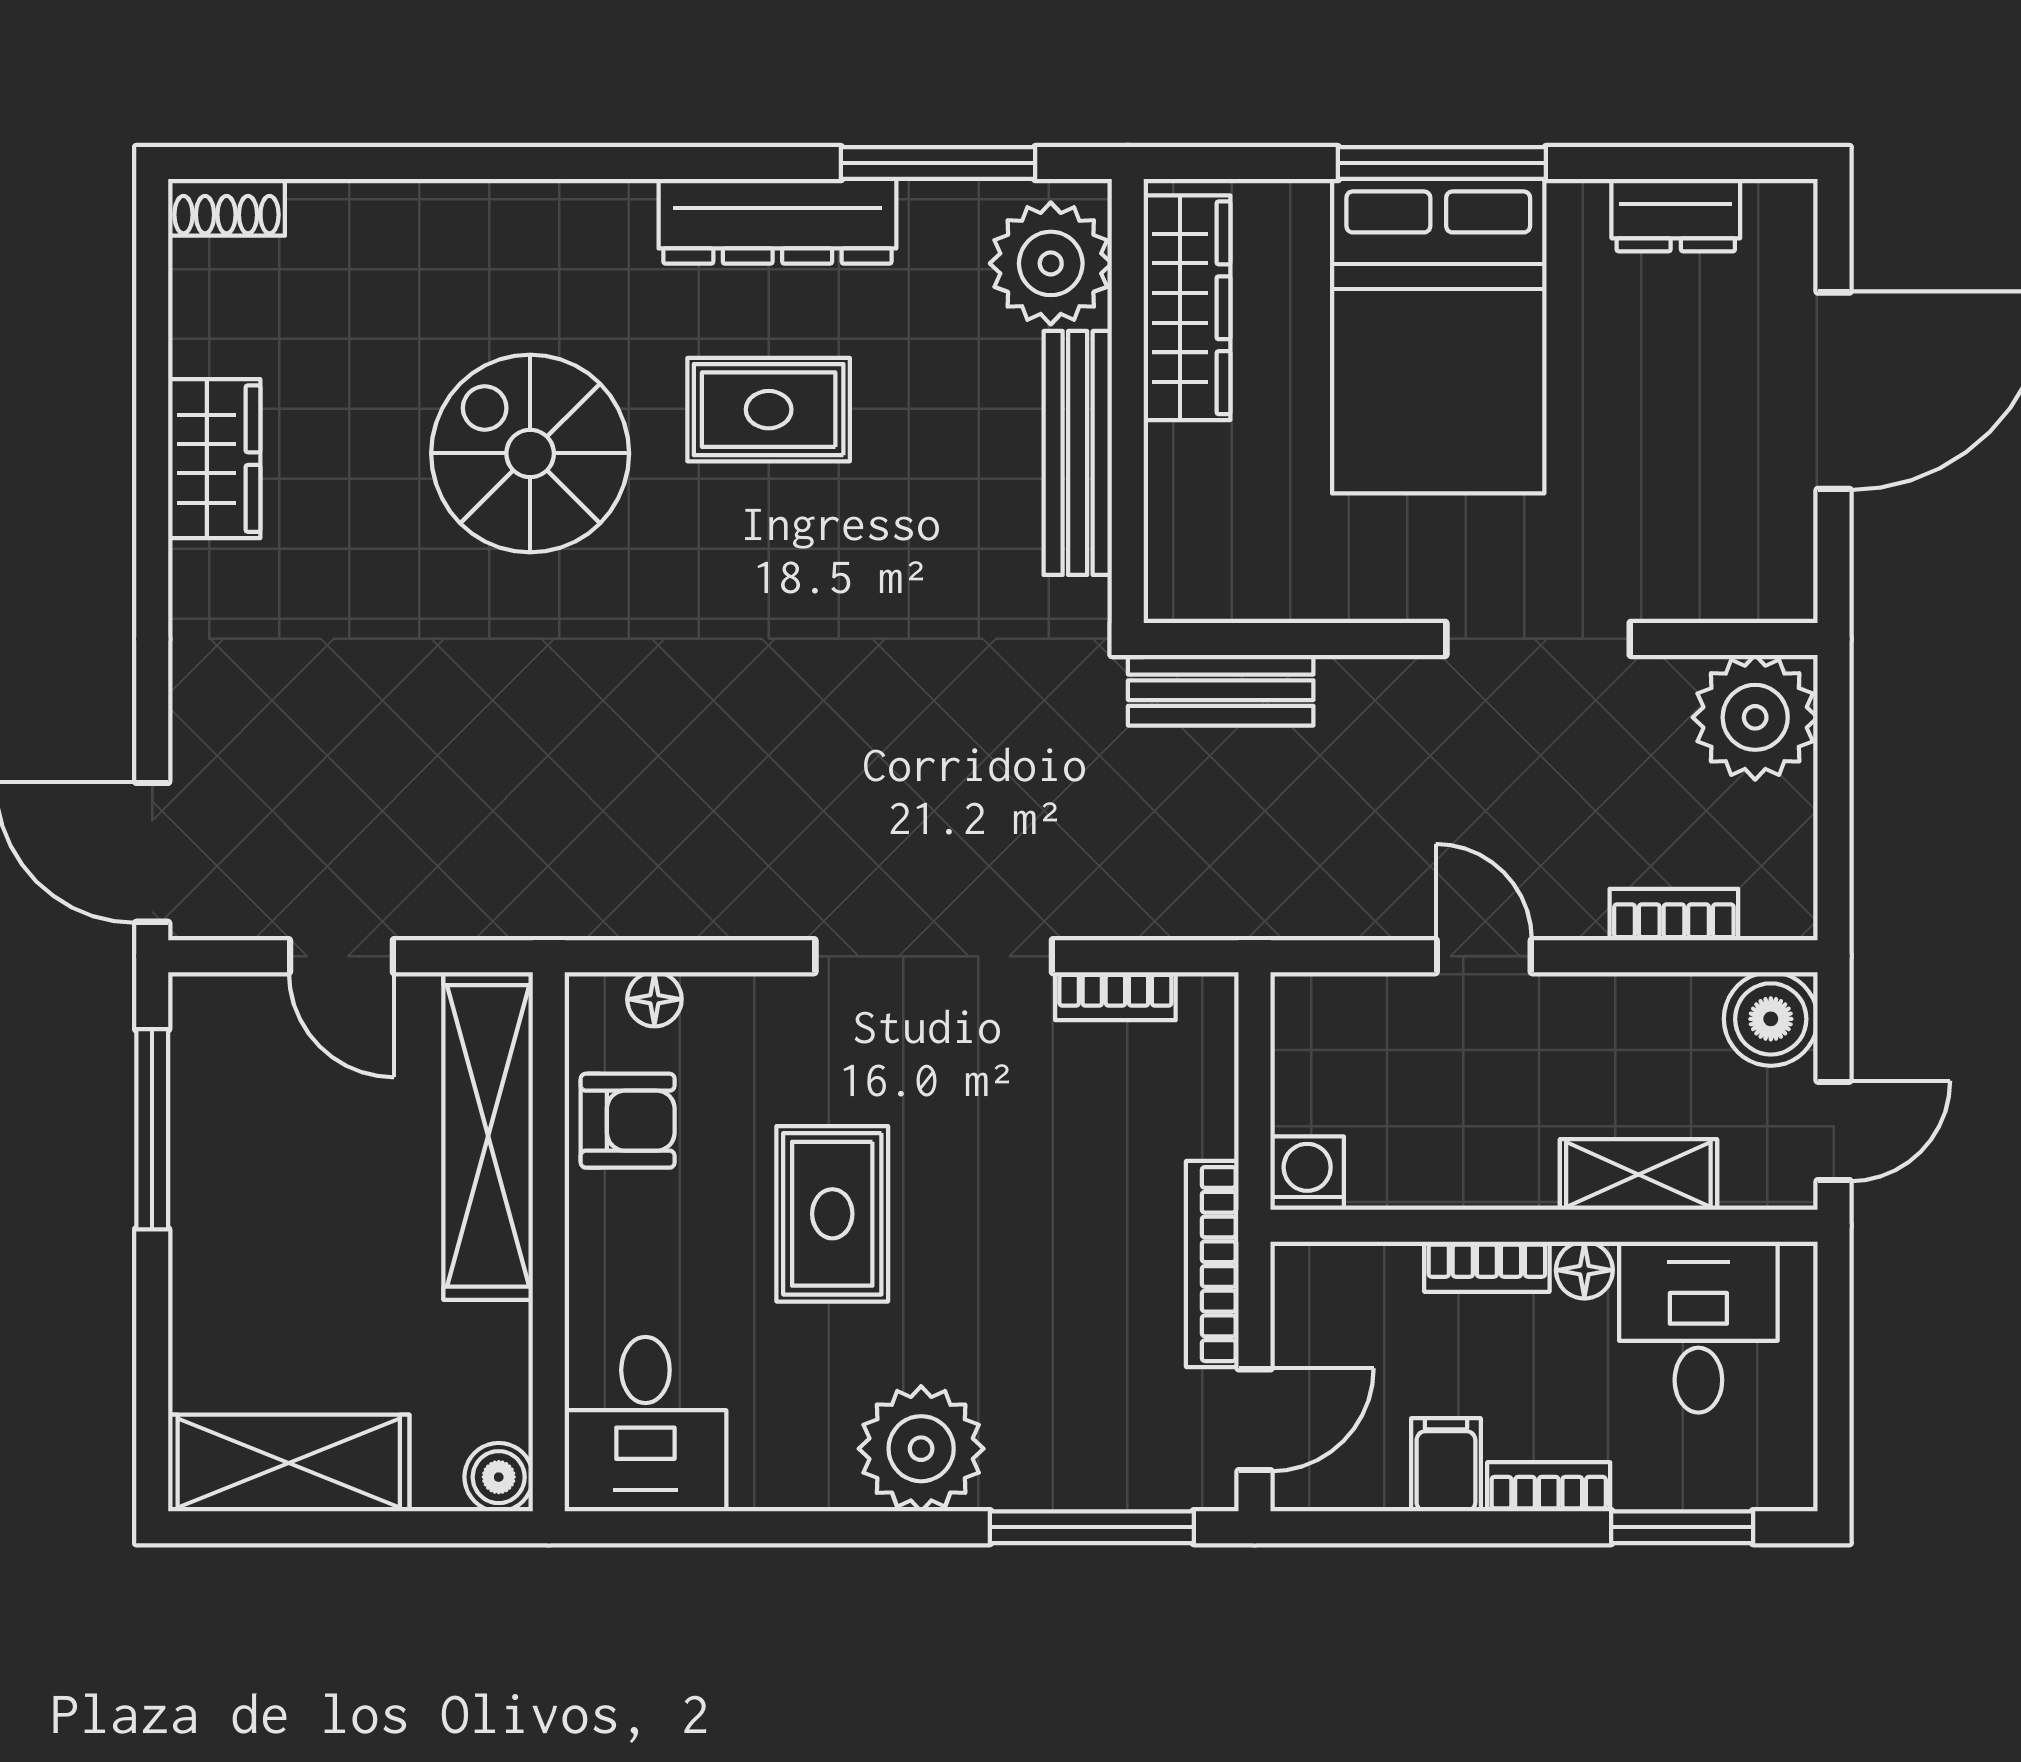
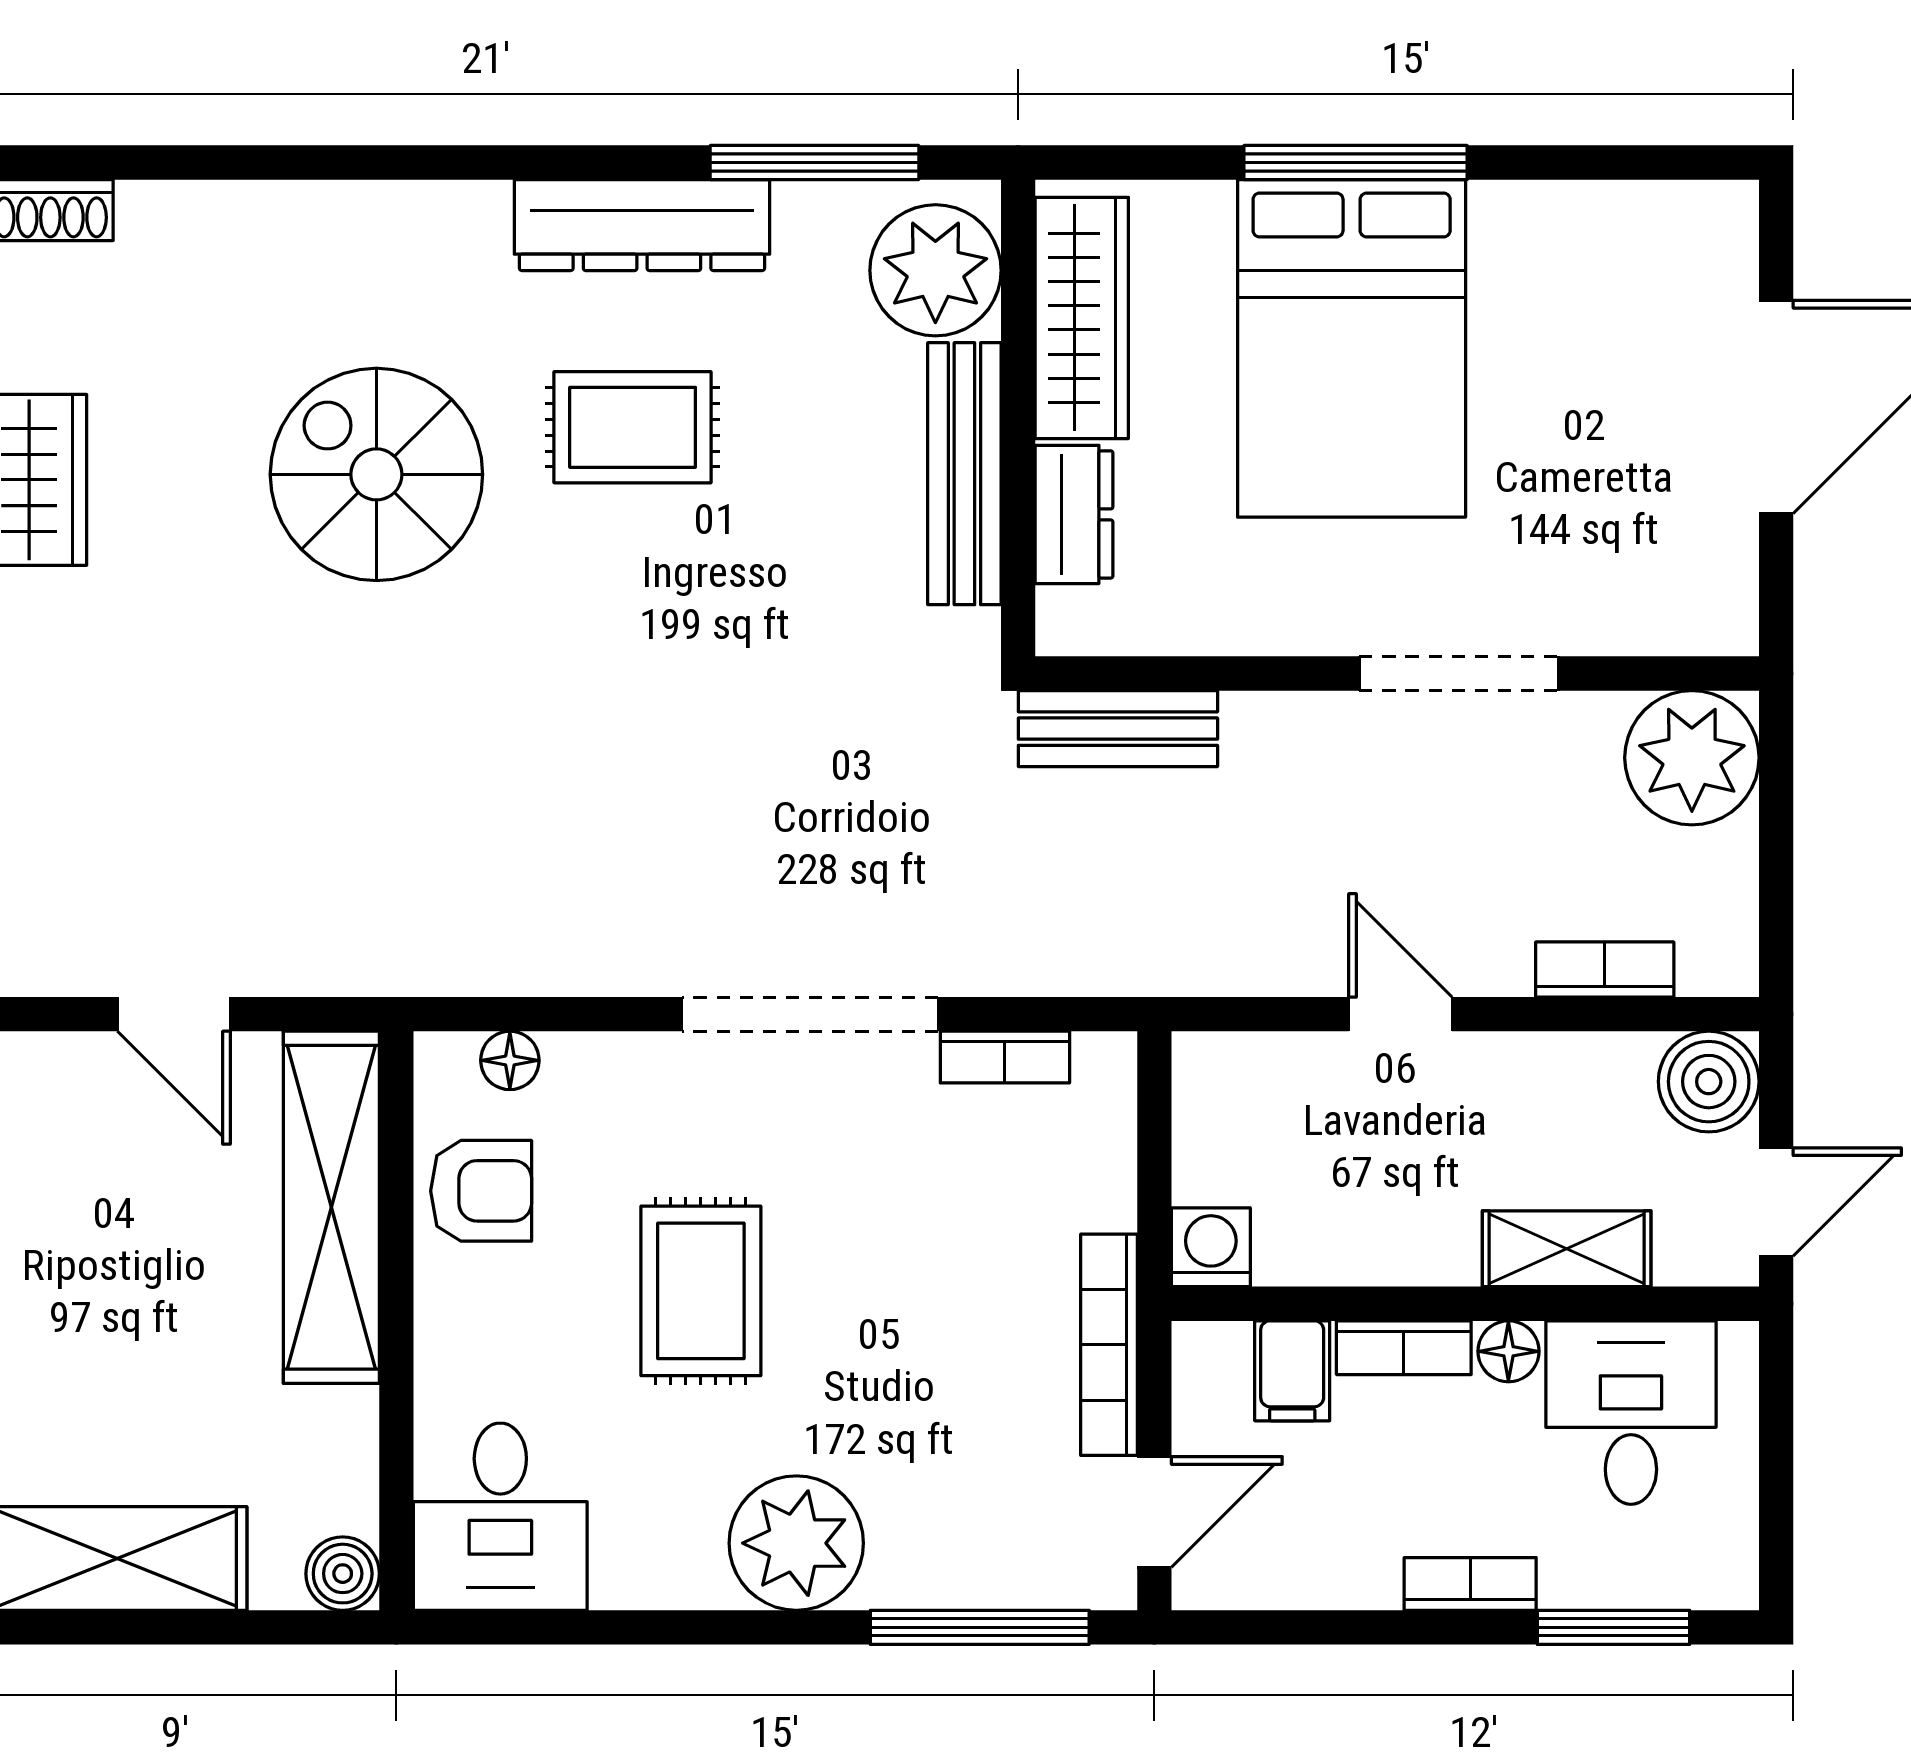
dresser: (1676, 215) -> (1074, 514), moved, turned -90
filing cabinet: (1446, 1465) -> (1292, 1371), moved, turned 180

